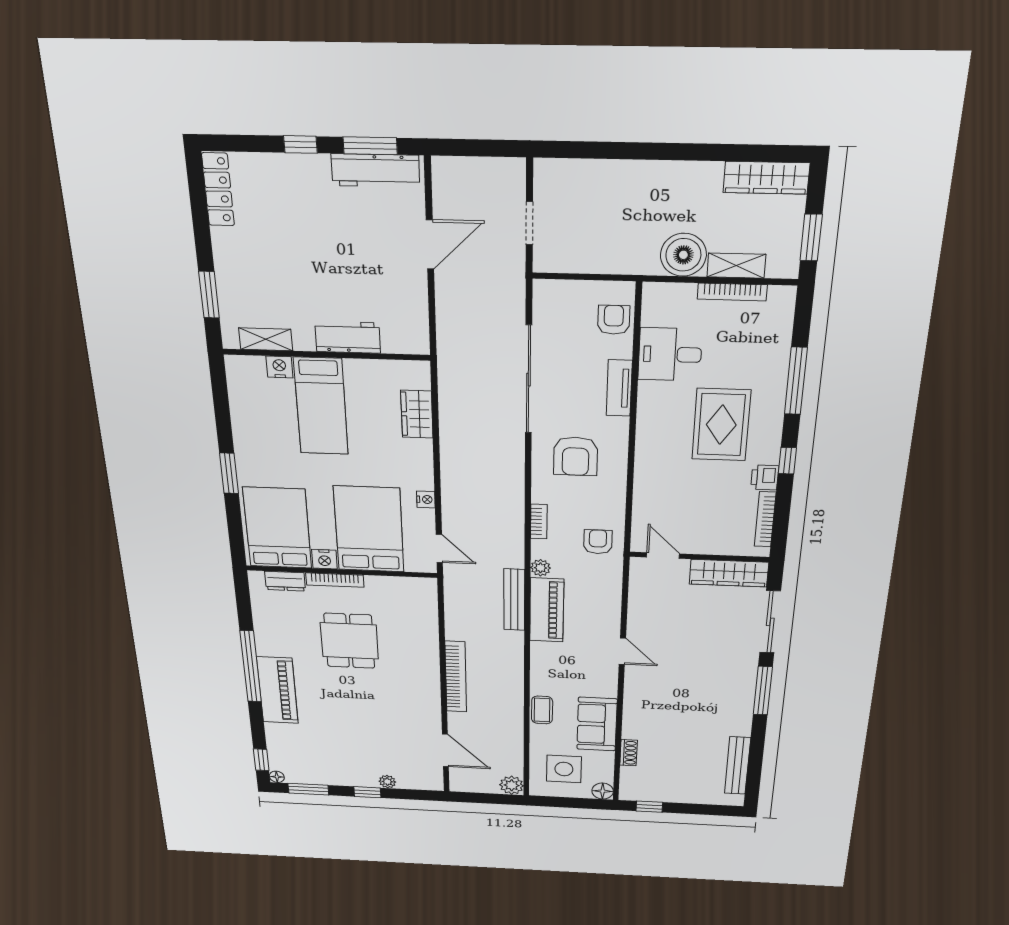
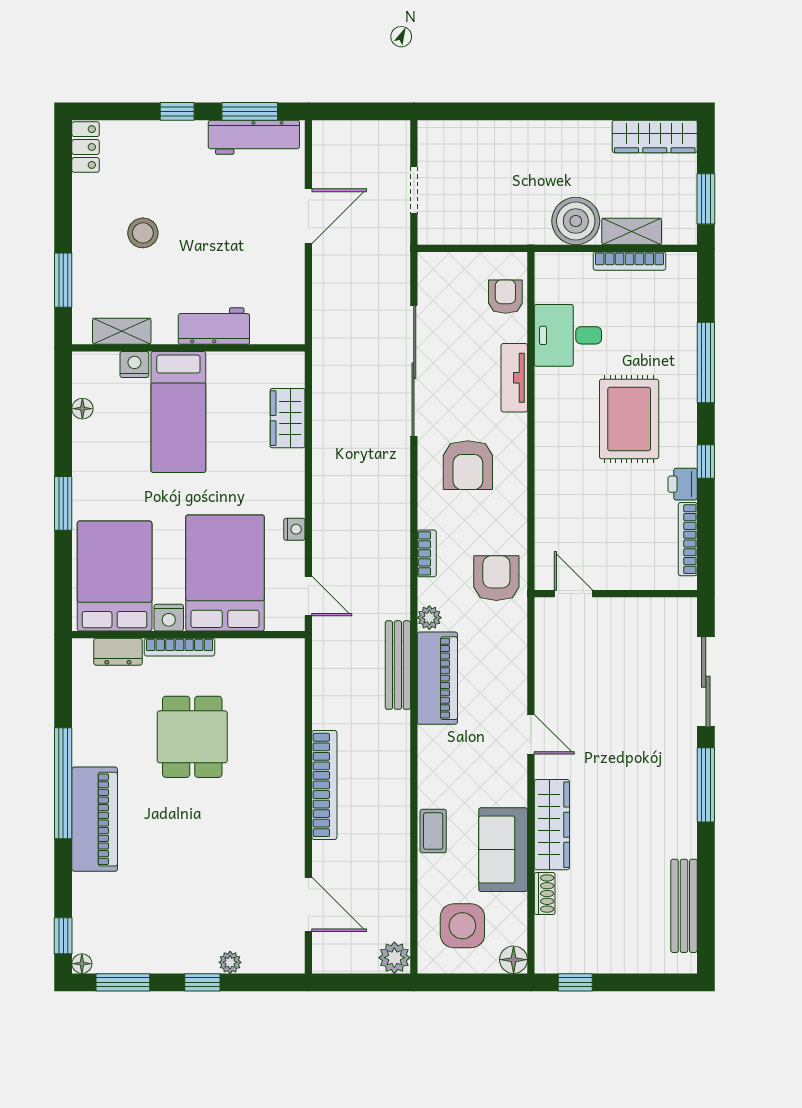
locker: (218, 189) -> (86, 147), width x0.66
stool: (277, 256) -> (143, 233), added
floor lamp: (237, 401) -> (82, 409), added
armchair: (598, 542) -> (496, 578), width x1.38, depth x1.38
wardrobe: (729, 573) -> (552, 825), moved, turned -90

